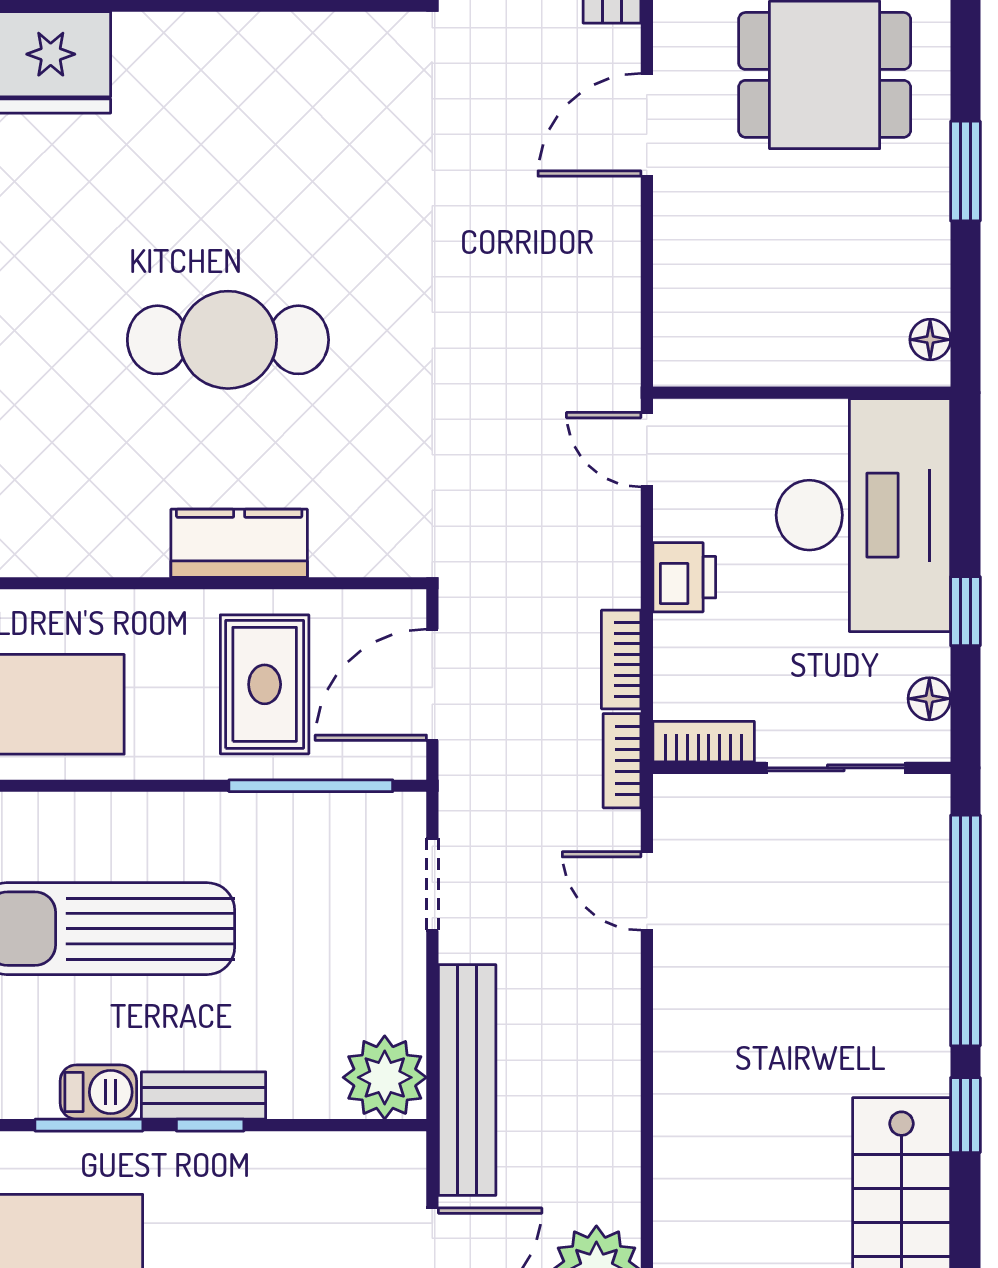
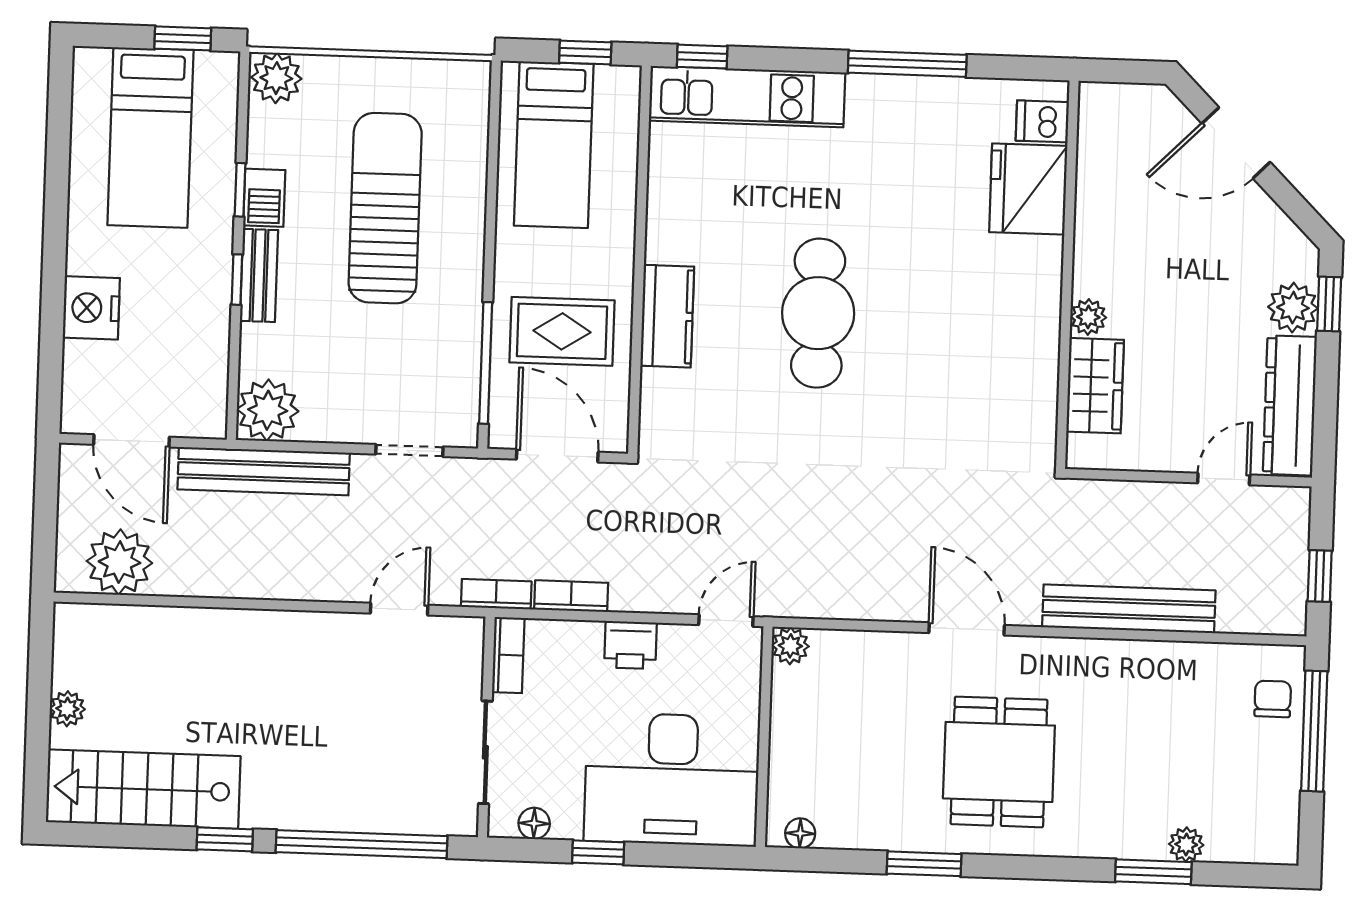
plant: (678, 362) -> (790, 646), added
window: (89, 1125) -> (240, 190), width x0.67

